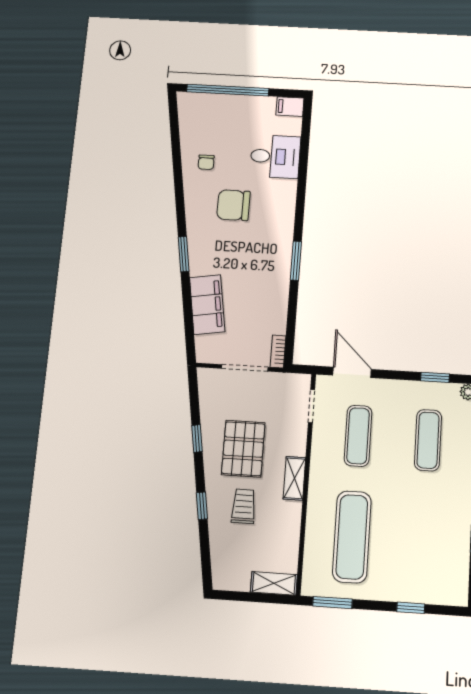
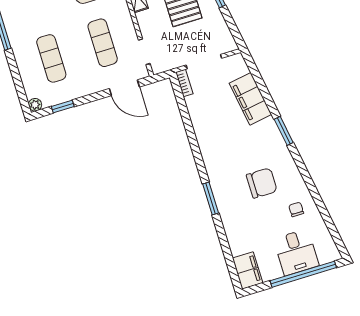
filing cabinet: (290, 107) -> (248, 270), width x2.00
desk: (275, 157) -> (296, 252), moved, turned -90
window: (296, 261) -> (211, 199), moved

